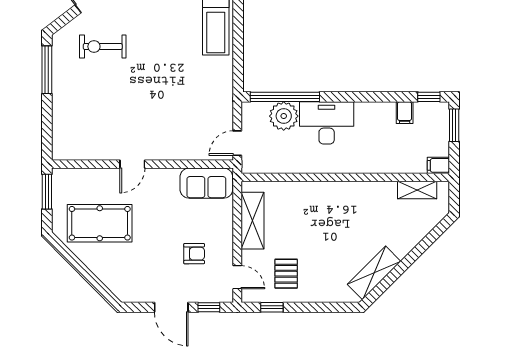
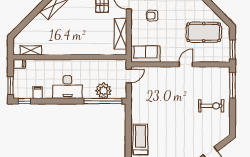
exercise bike: (103, 46) -> (211, 106), moved
window: (47, 70) -> (233, 85), moved
desk: (327, 123) -> (67, 87), moved

